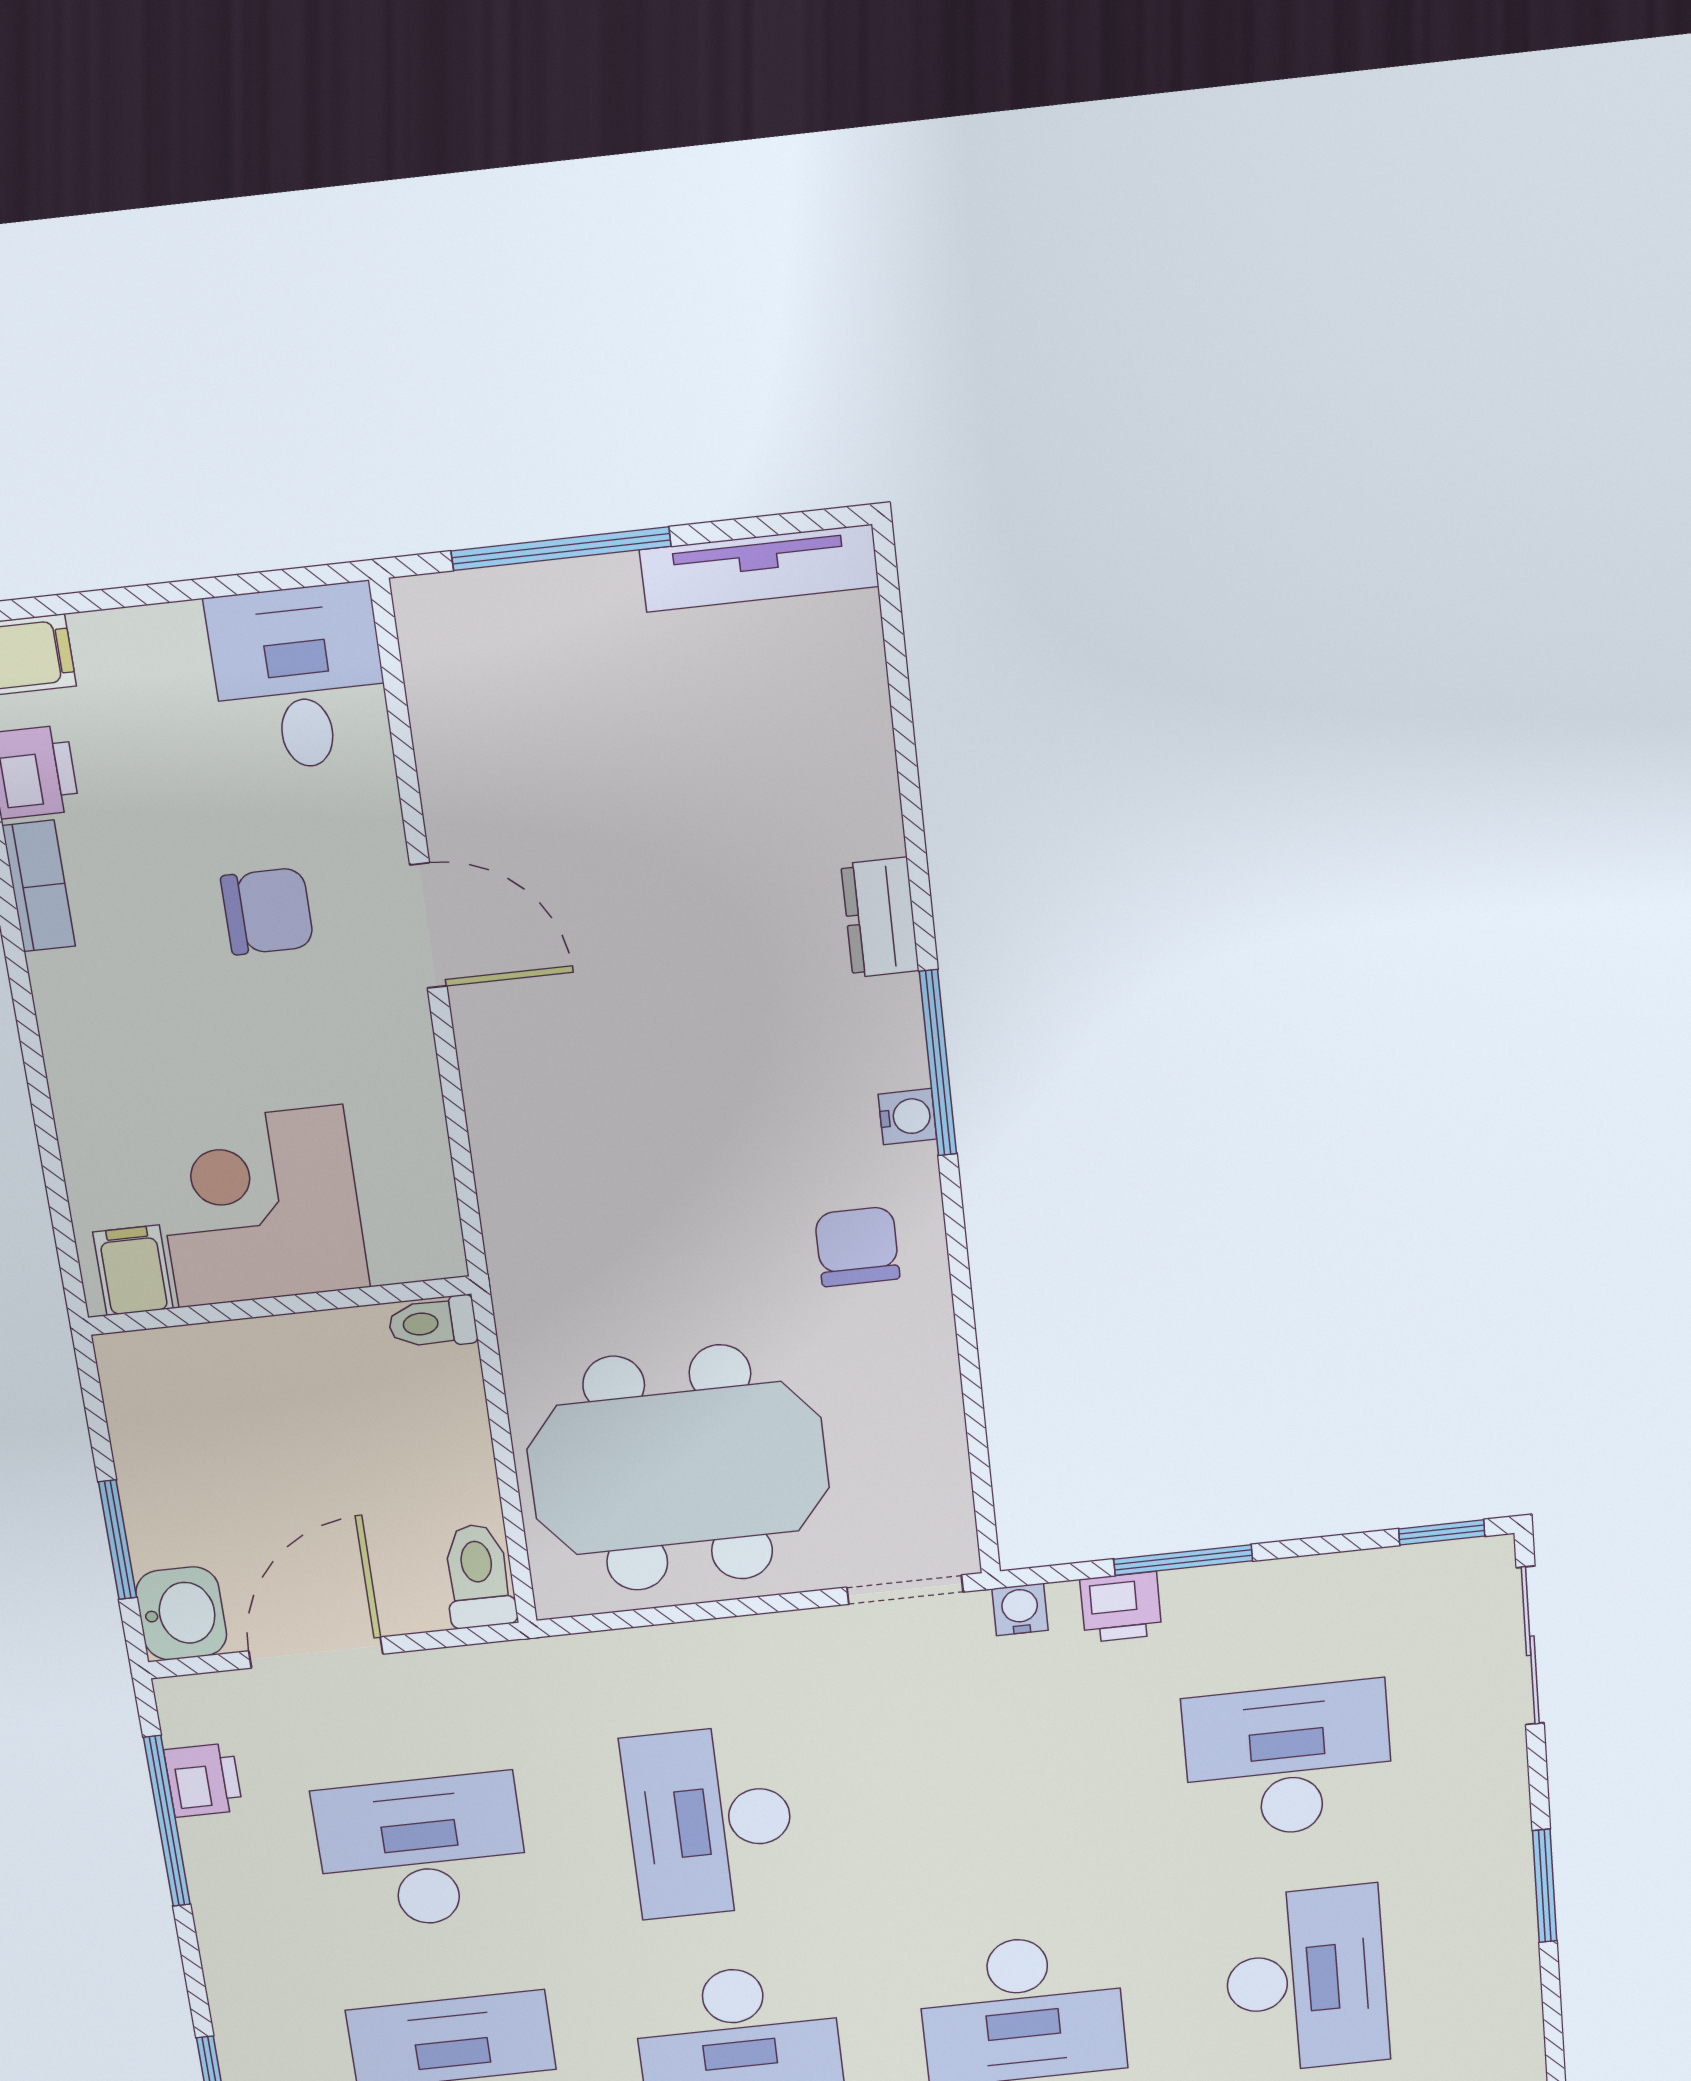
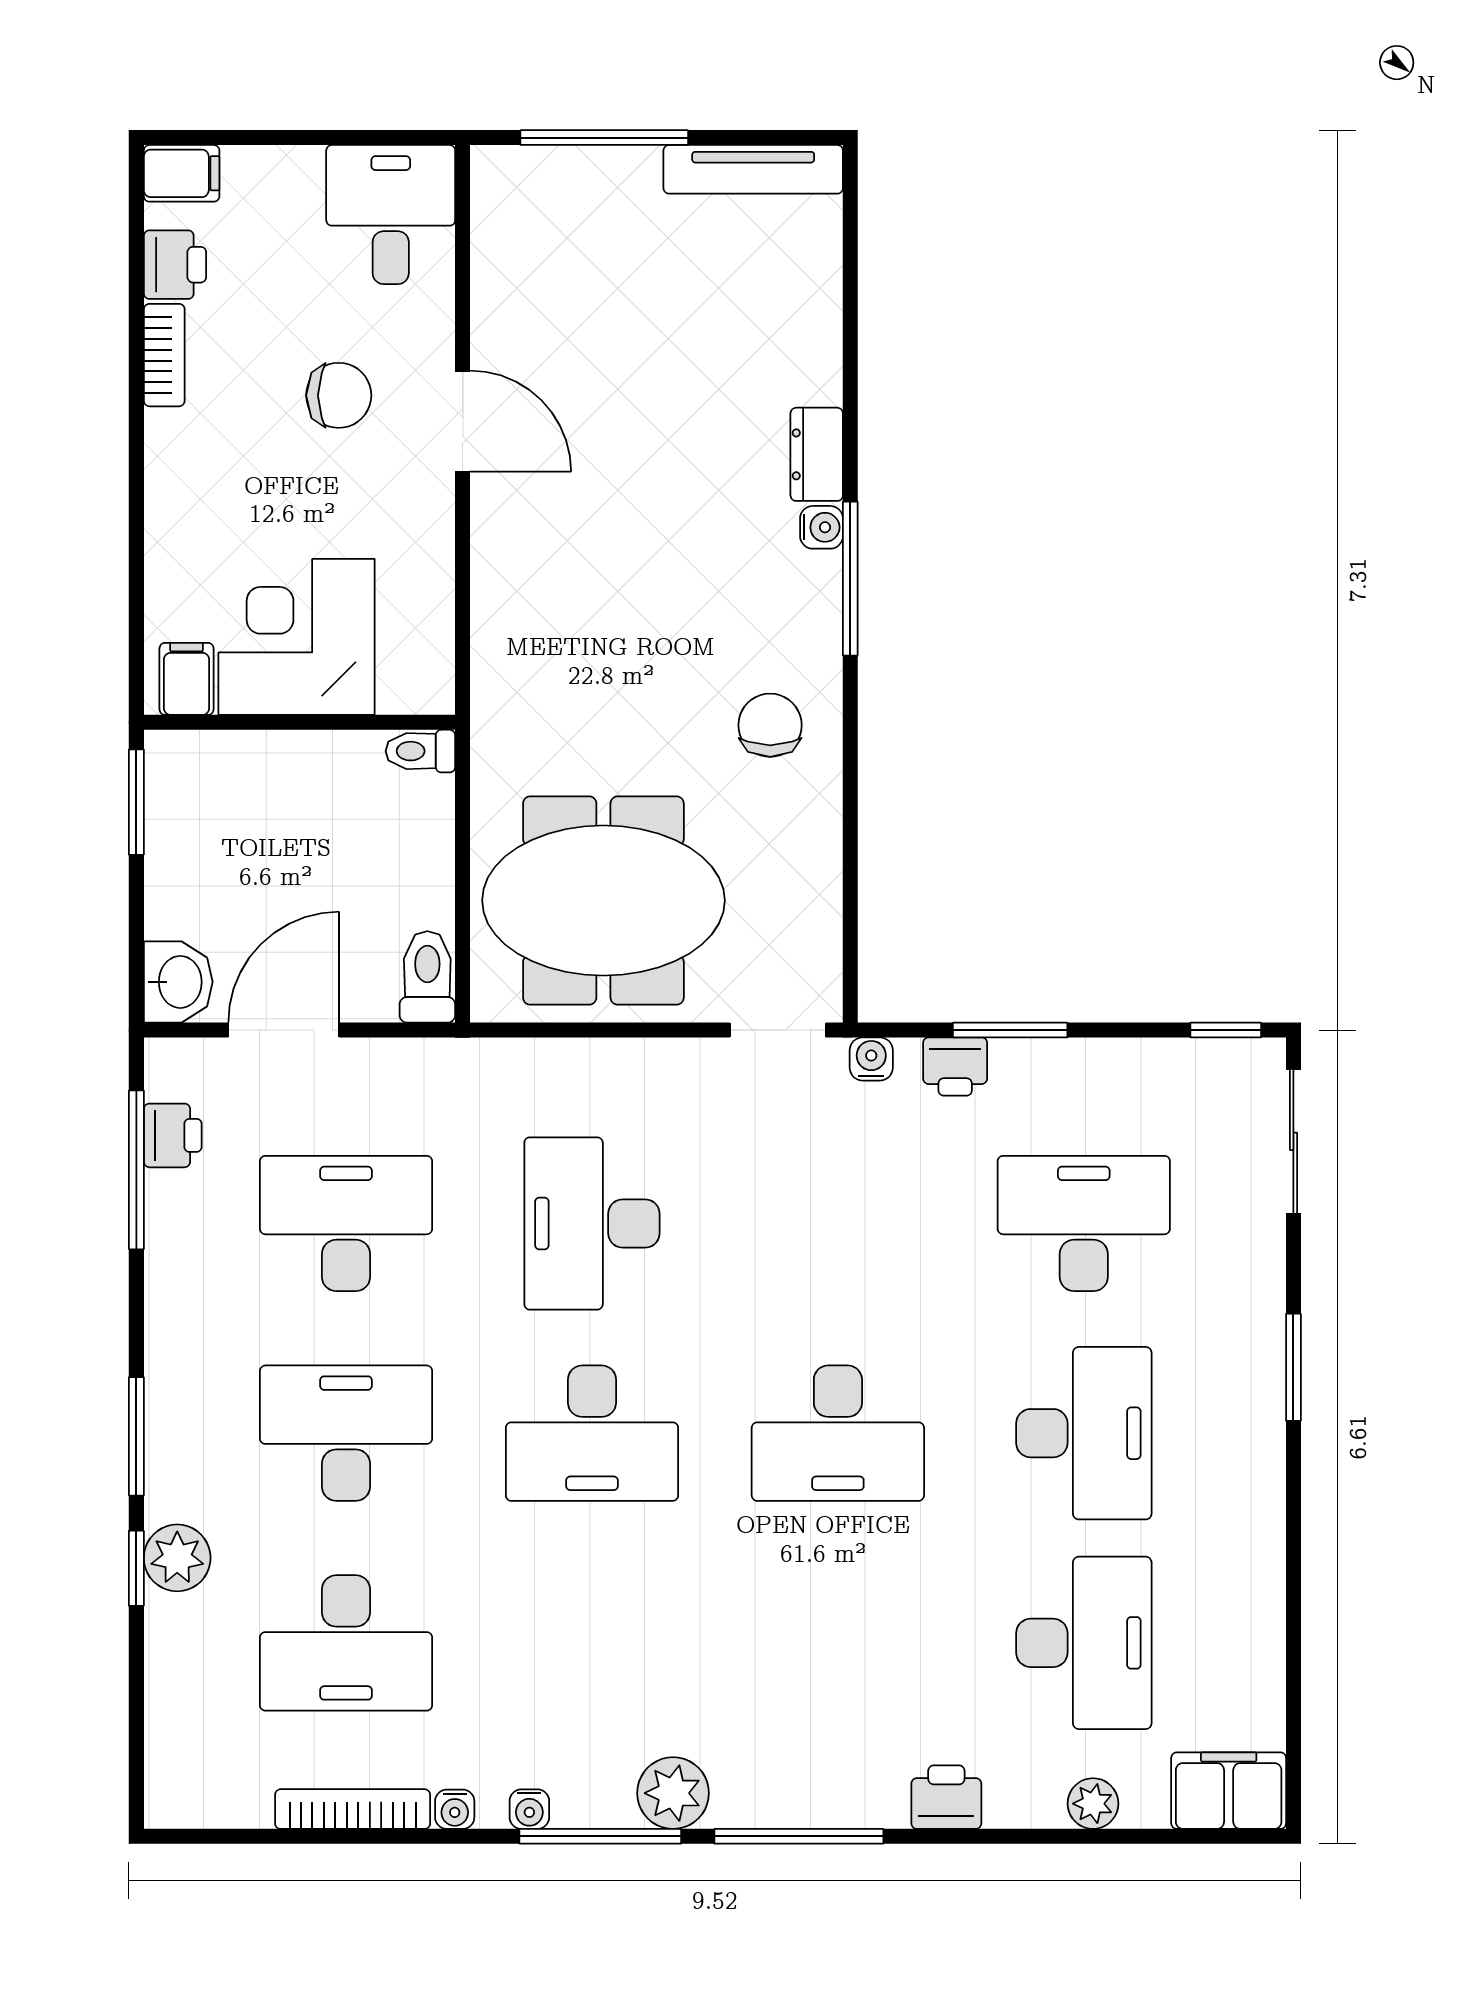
water cooler: (907, 1117) -> (822, 527), moved
window: (118, 1540) -> (136, 802), moved

